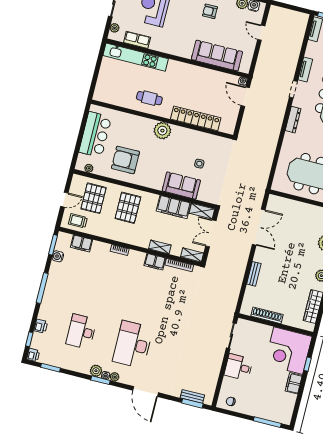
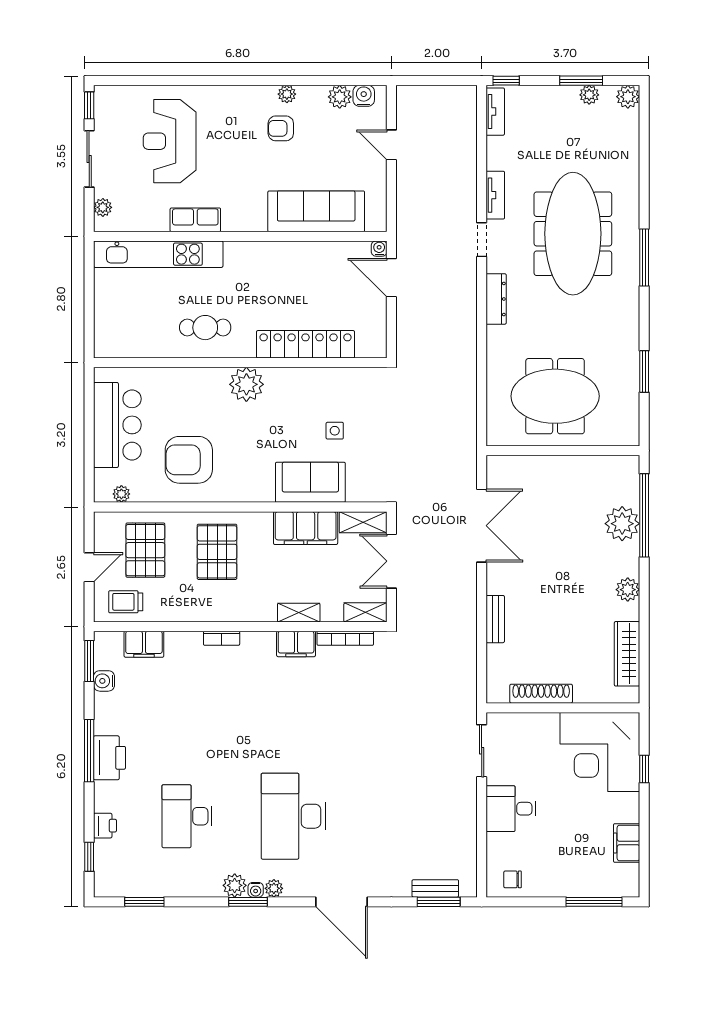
row of seats: (137, 40) -> (195, 220), moved
printer: (33, 355) -> (110, 758), moved, width x1.87, depth x1.48
filing cabinet: (294, 383) -> (627, 843), moved

